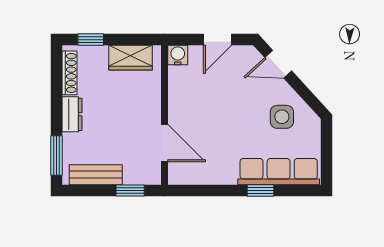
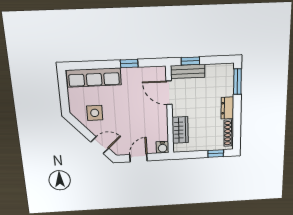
wardrobe: (130, 58) -> (180, 130), moved, turned 90
bench: (96, 175) -> (188, 71), moved
window: (260, 190) -> (129, 63), moved

